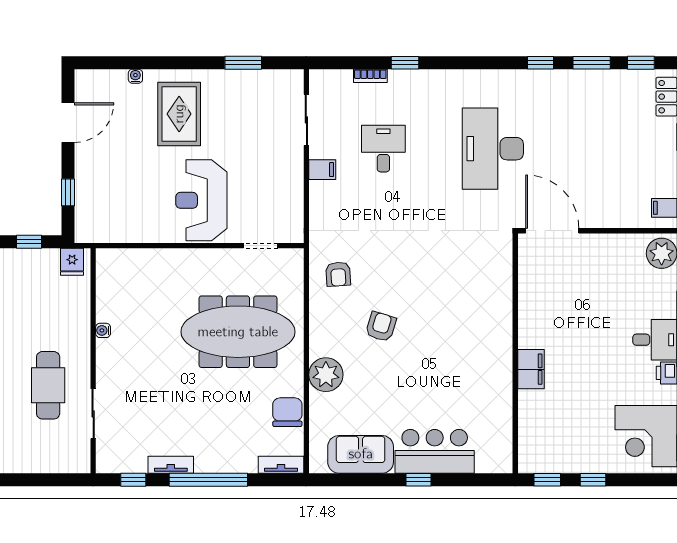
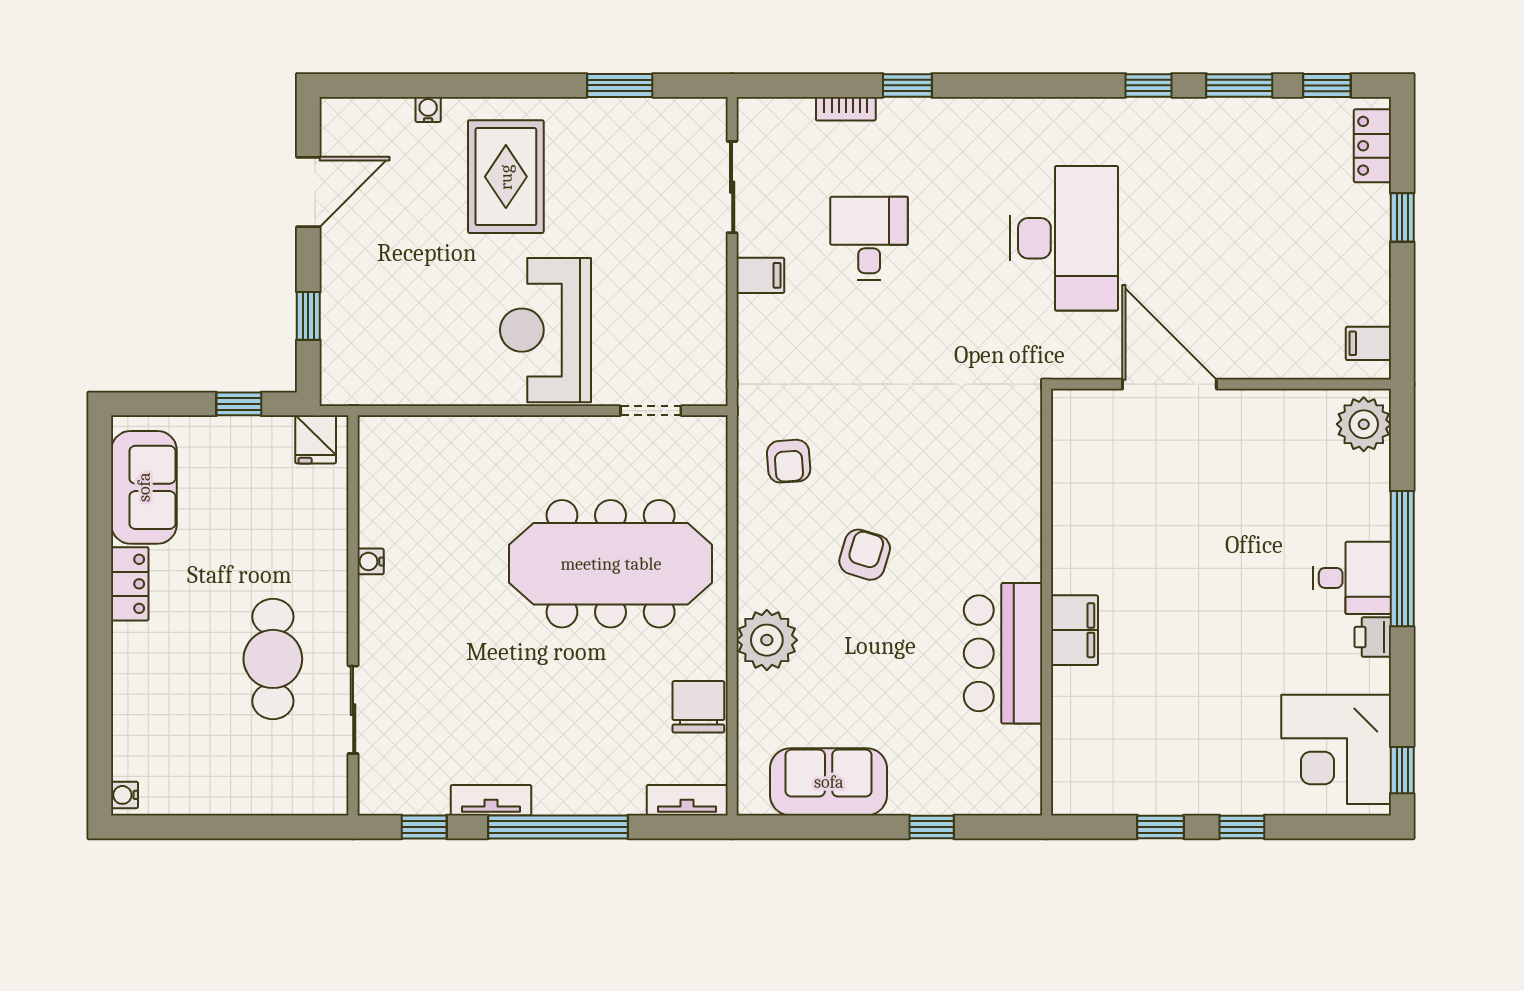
desk: (493, 149) -> (1064, 238), turned 180
wall: (515, 353) -> (1047, 602), moved
filing cabinet: (531, 369) -> (1075, 630), moved
bar counter: (435, 451) -> (1003, 653), moved, turned -90

